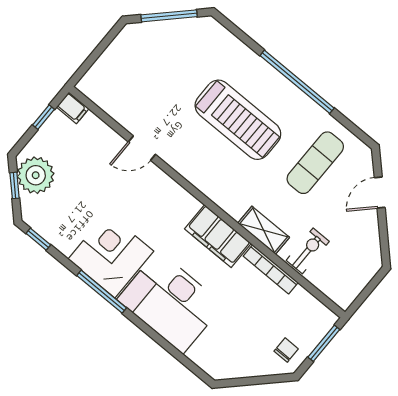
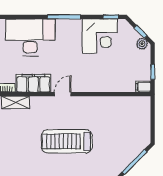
door: (142, 148) -> (63, 94), moved
exercise mat: (315, 163) -> (17, 151), removed
plant: (36, 175) -> (142, 44), width x0.53, depth x0.53
corner desk: (111, 255) -> (100, 36), moved

